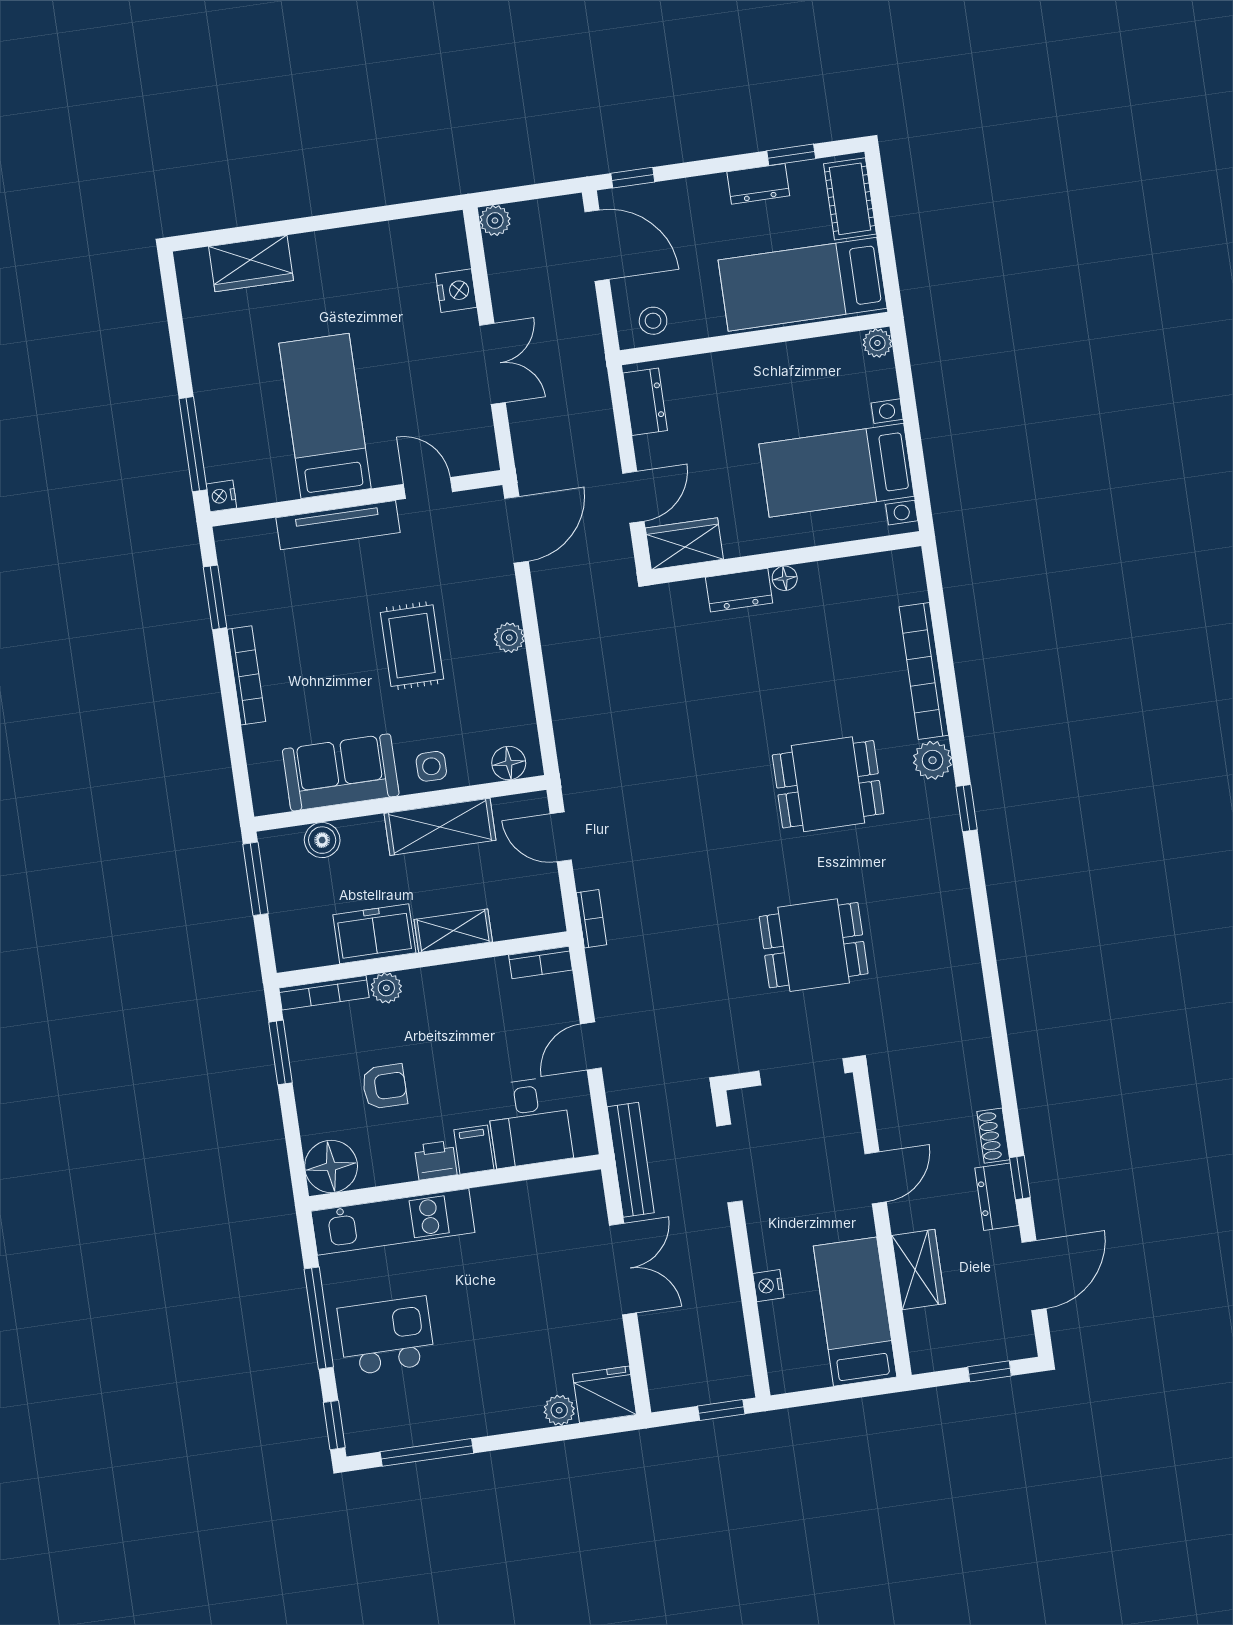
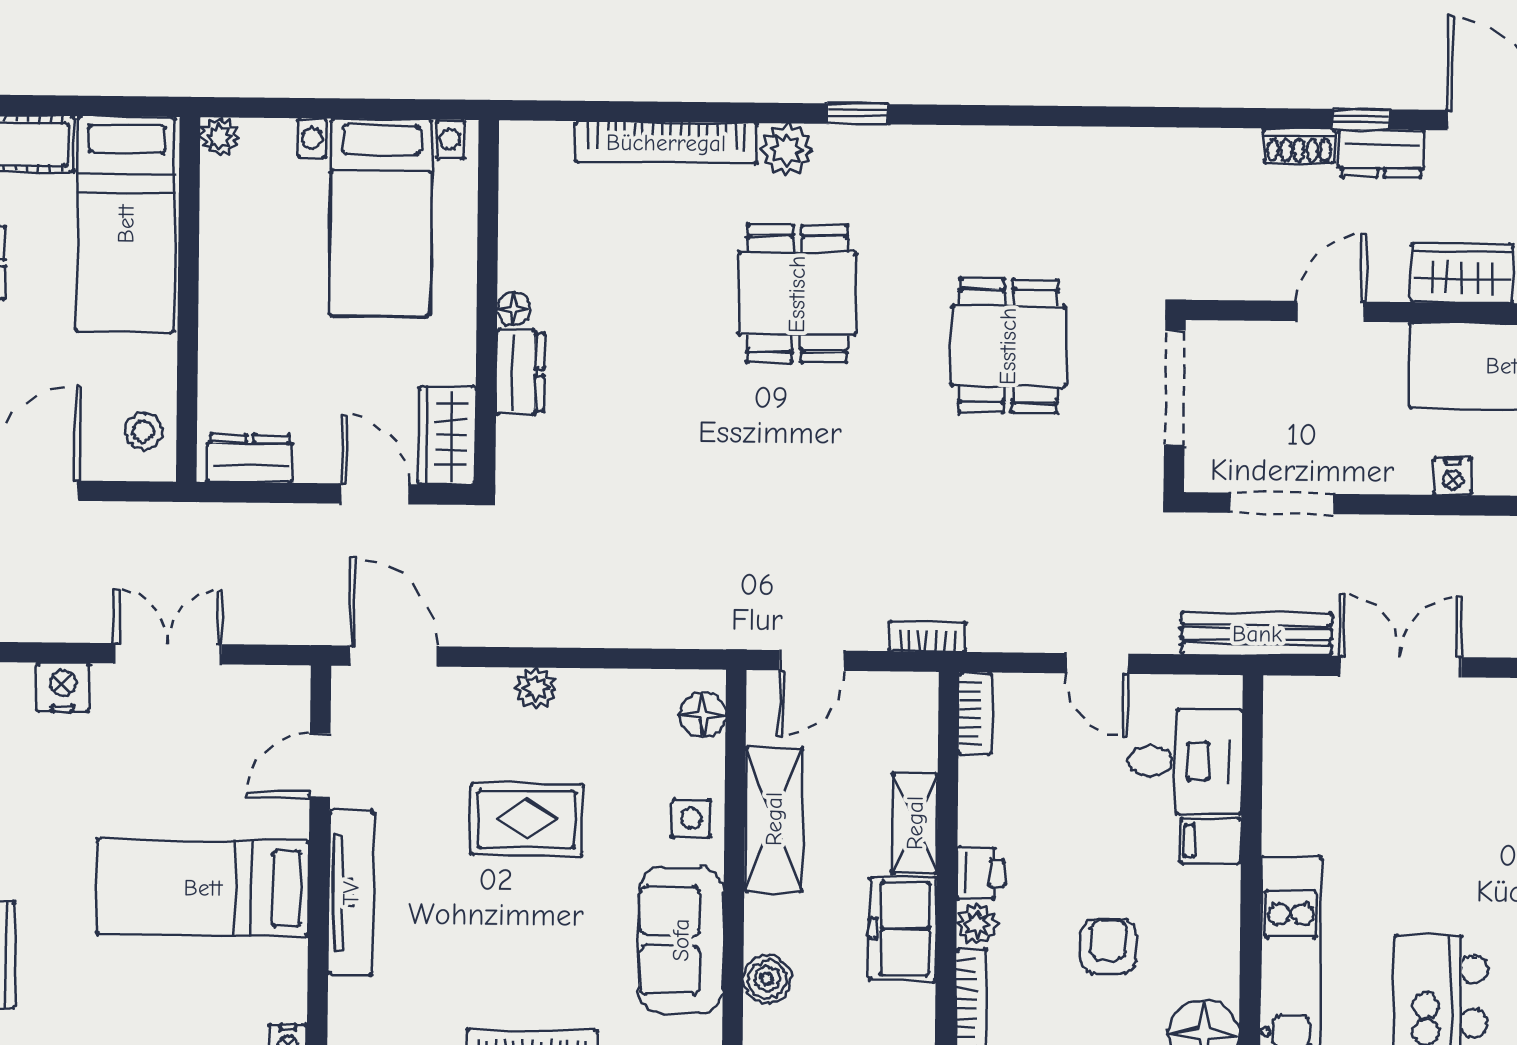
printer: (436, 1160) -> (981, 873), moved, turned 180
door: (876, 1178) -> (1331, 311), hinge flipped

